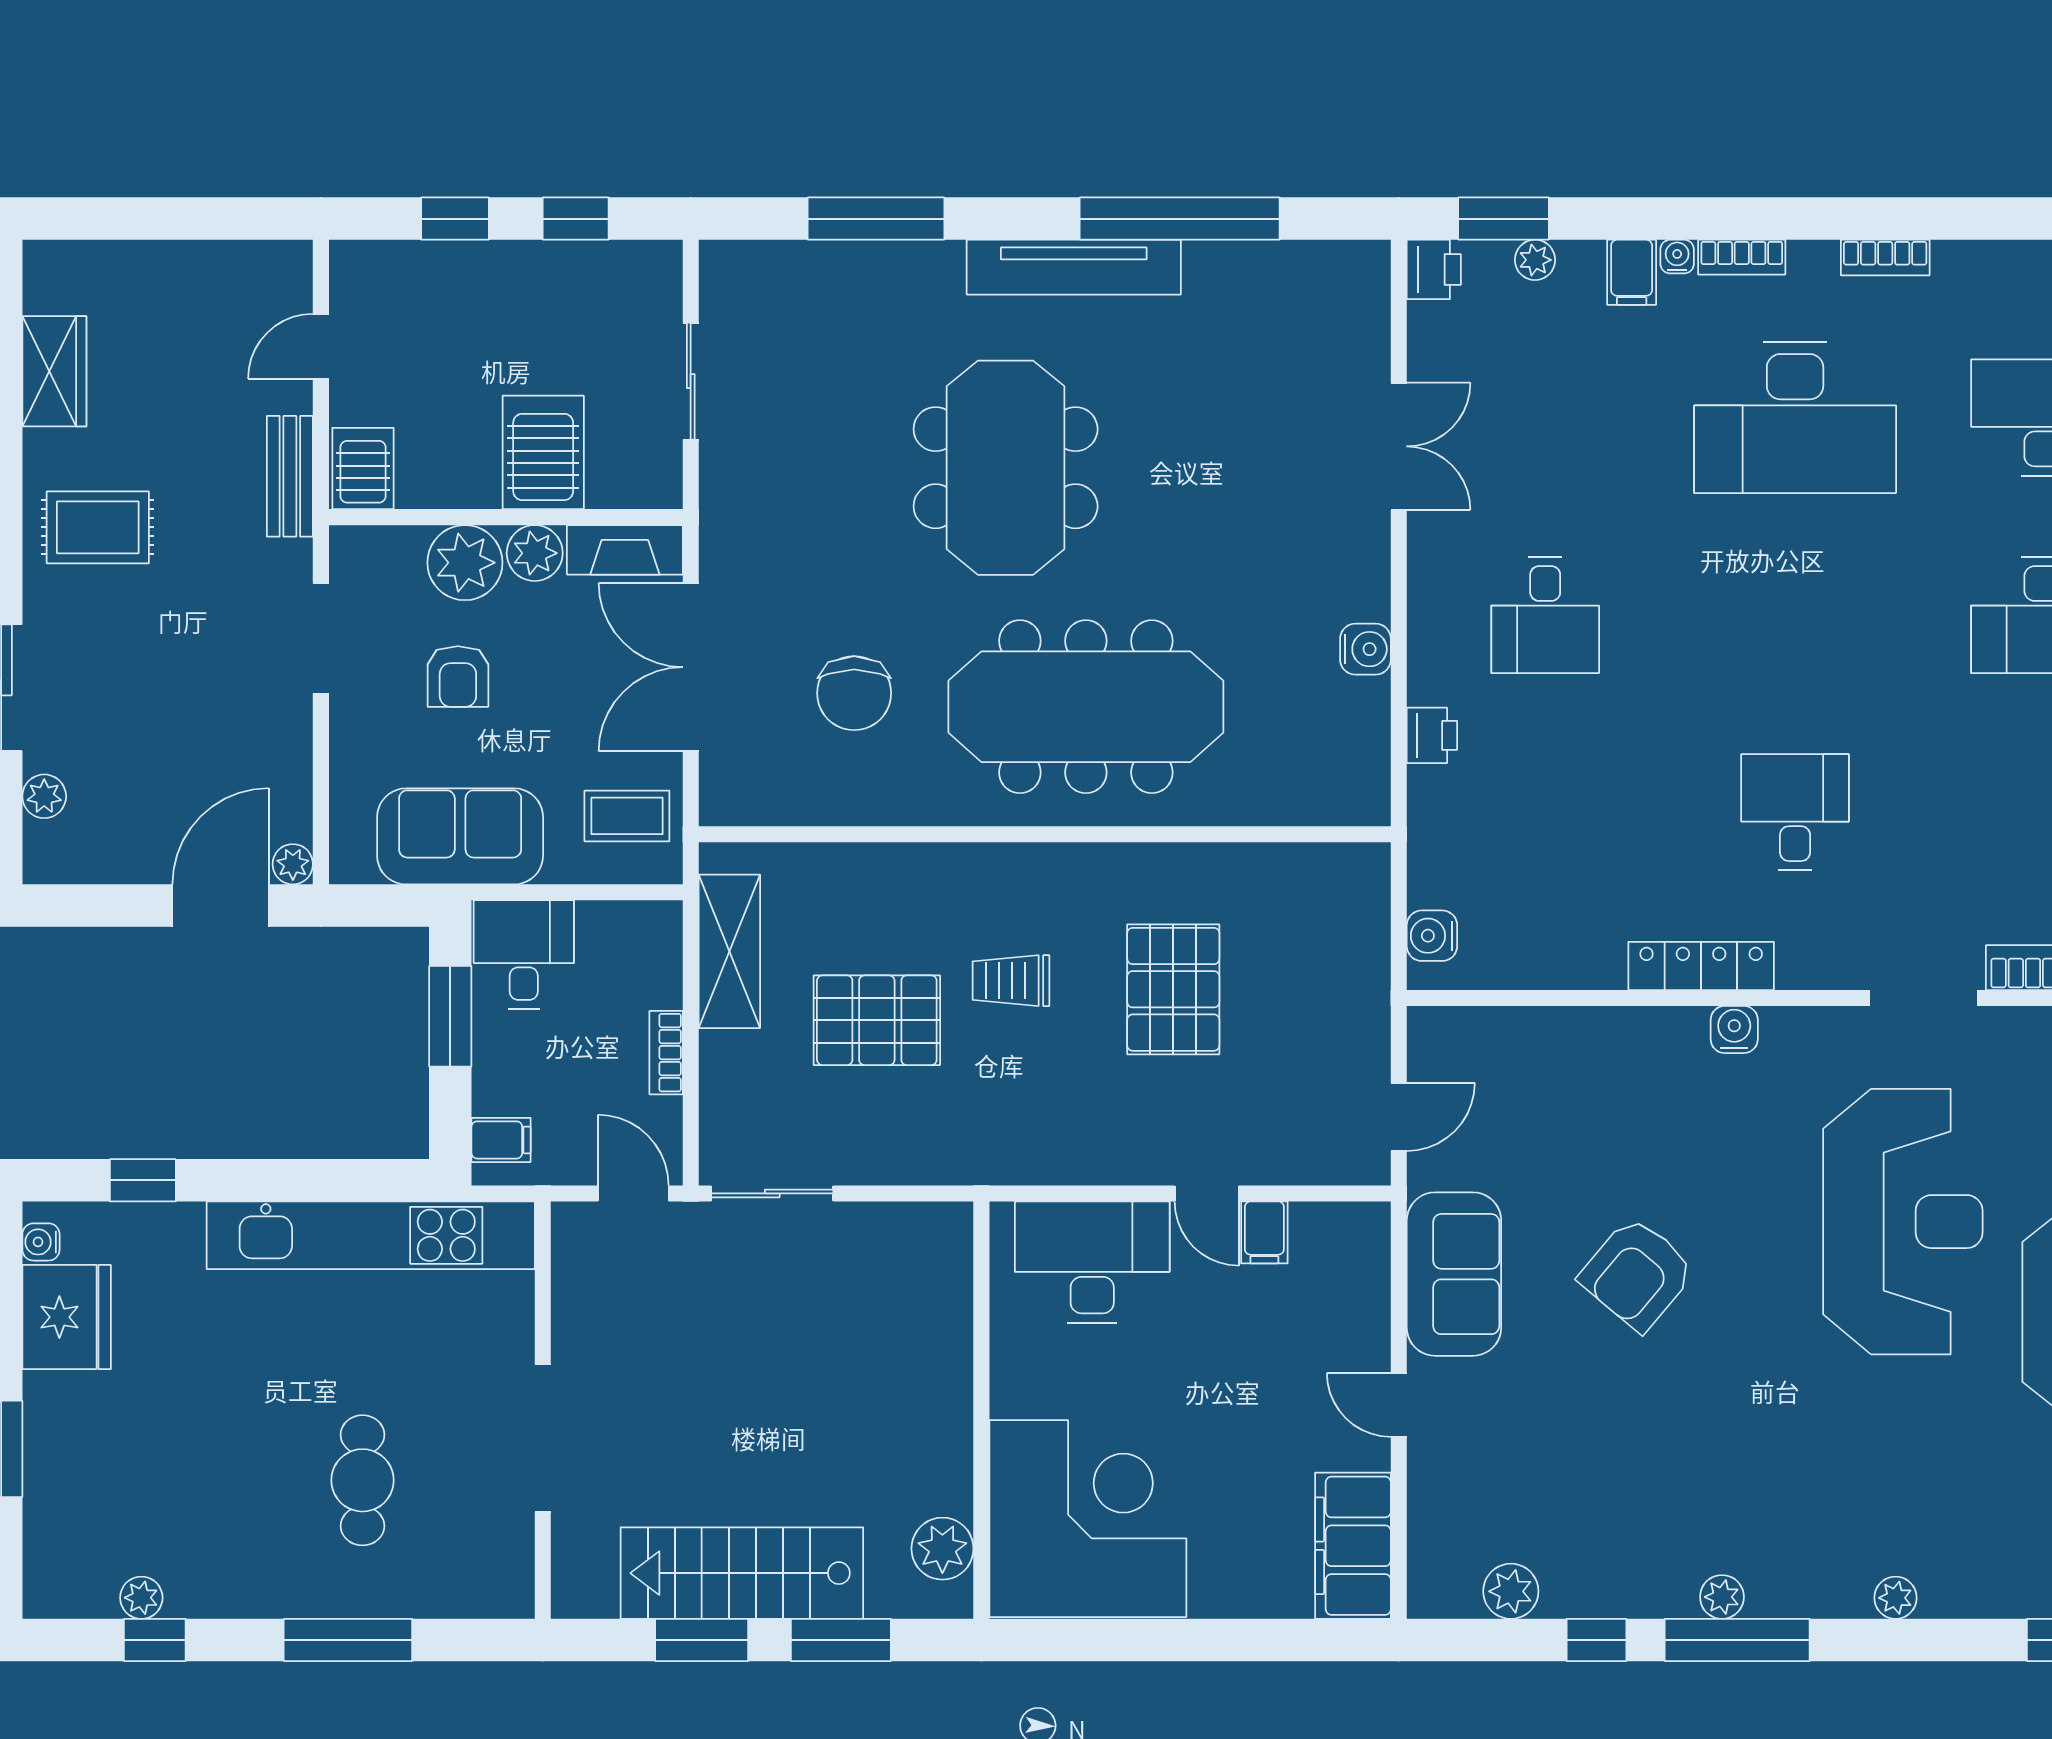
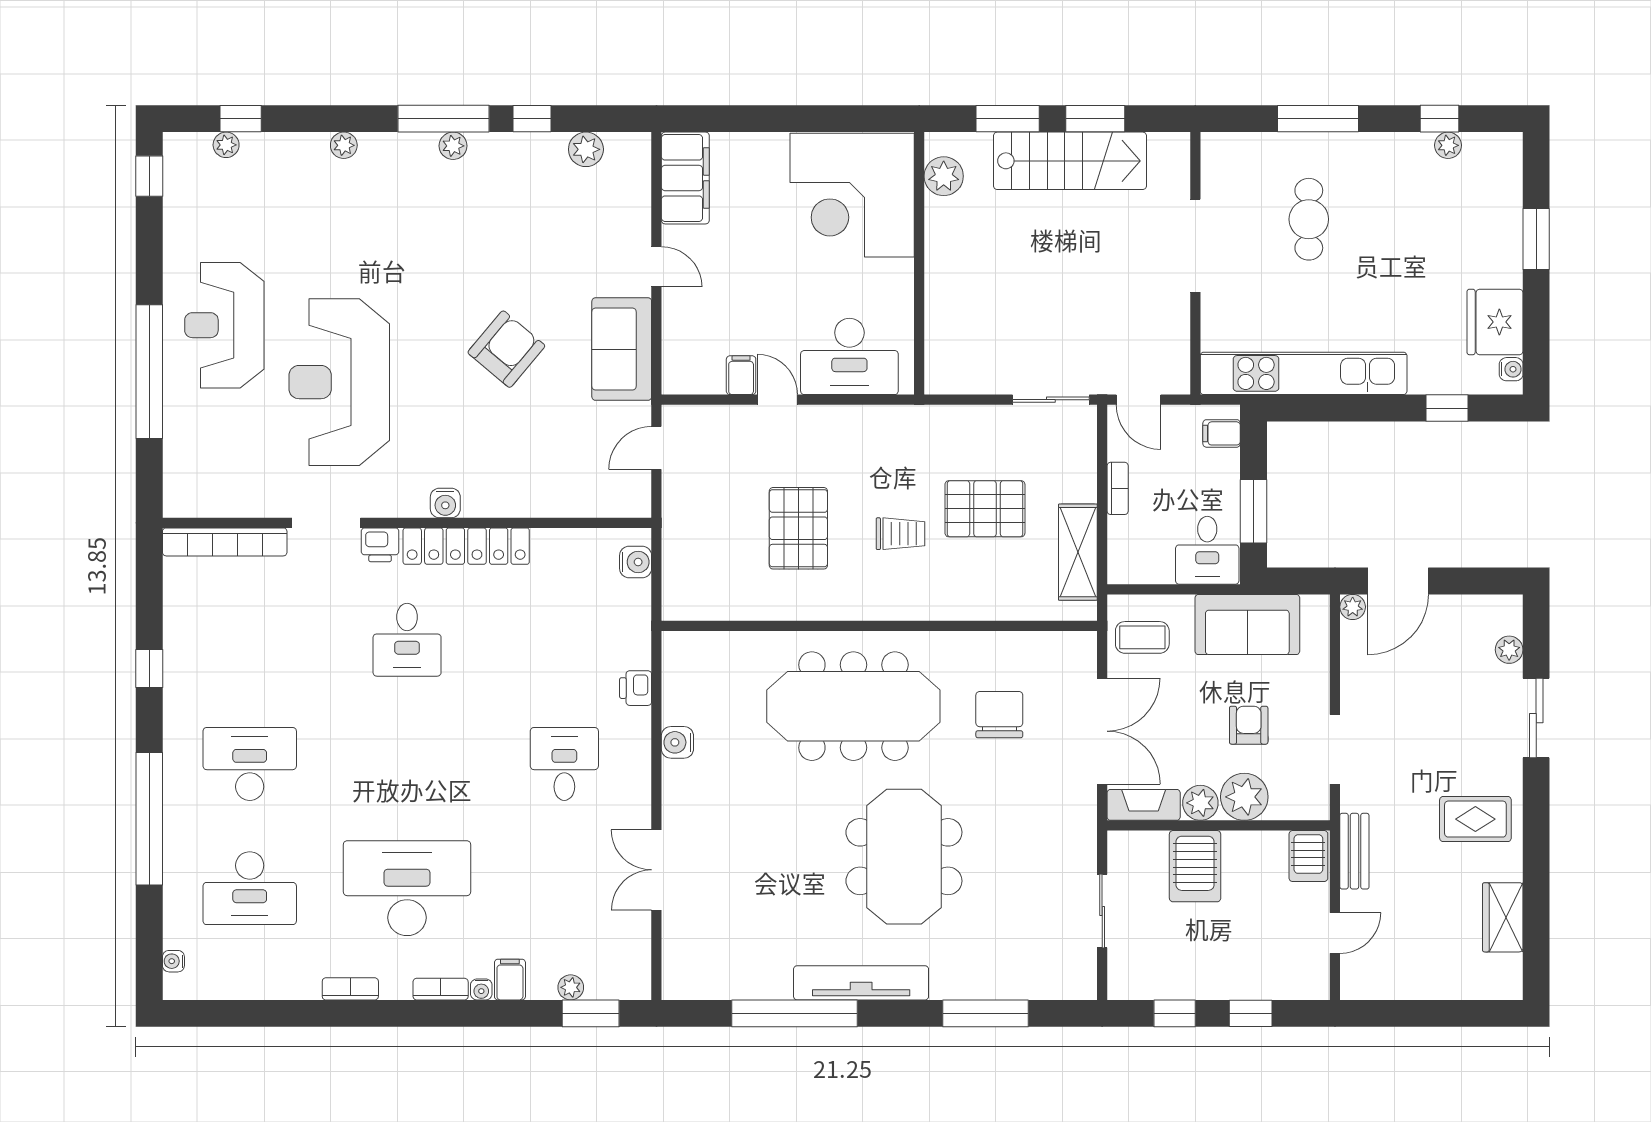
printer: (1434, 269) -> (380, 545), moved, turned -90
locker: (1701, 966) -> (466, 546), width x1.41, depth x1.21

